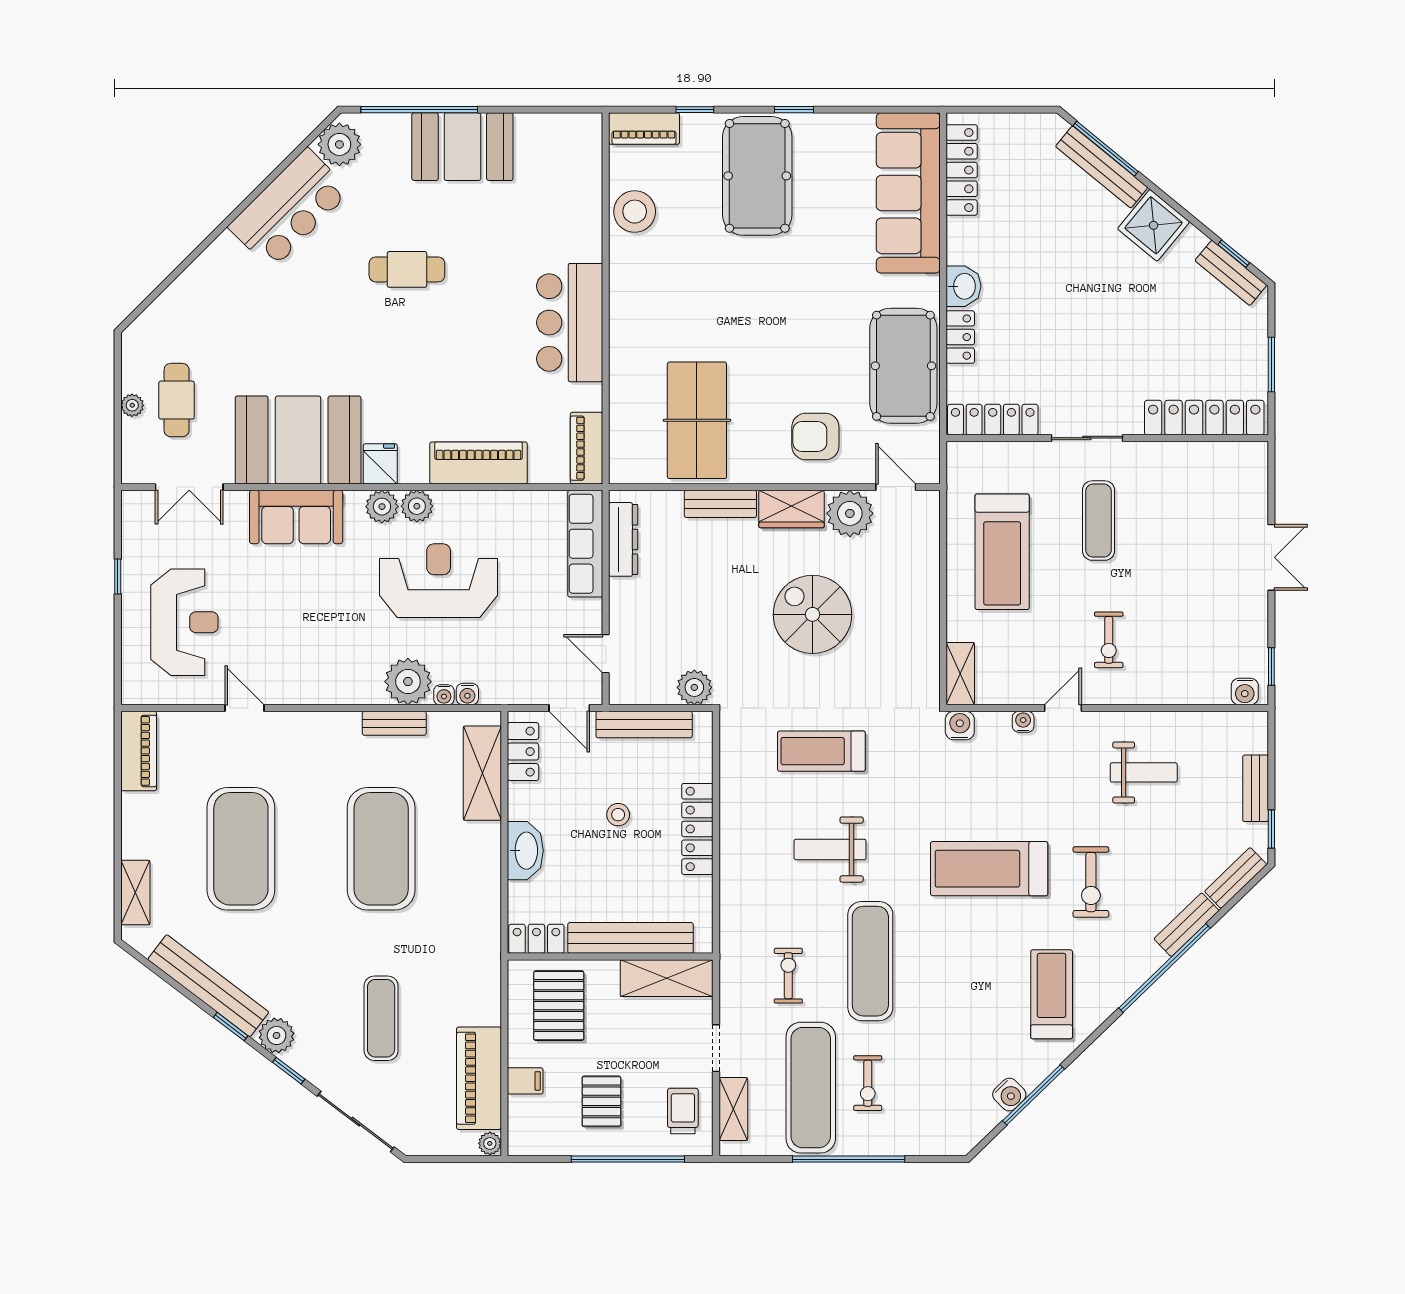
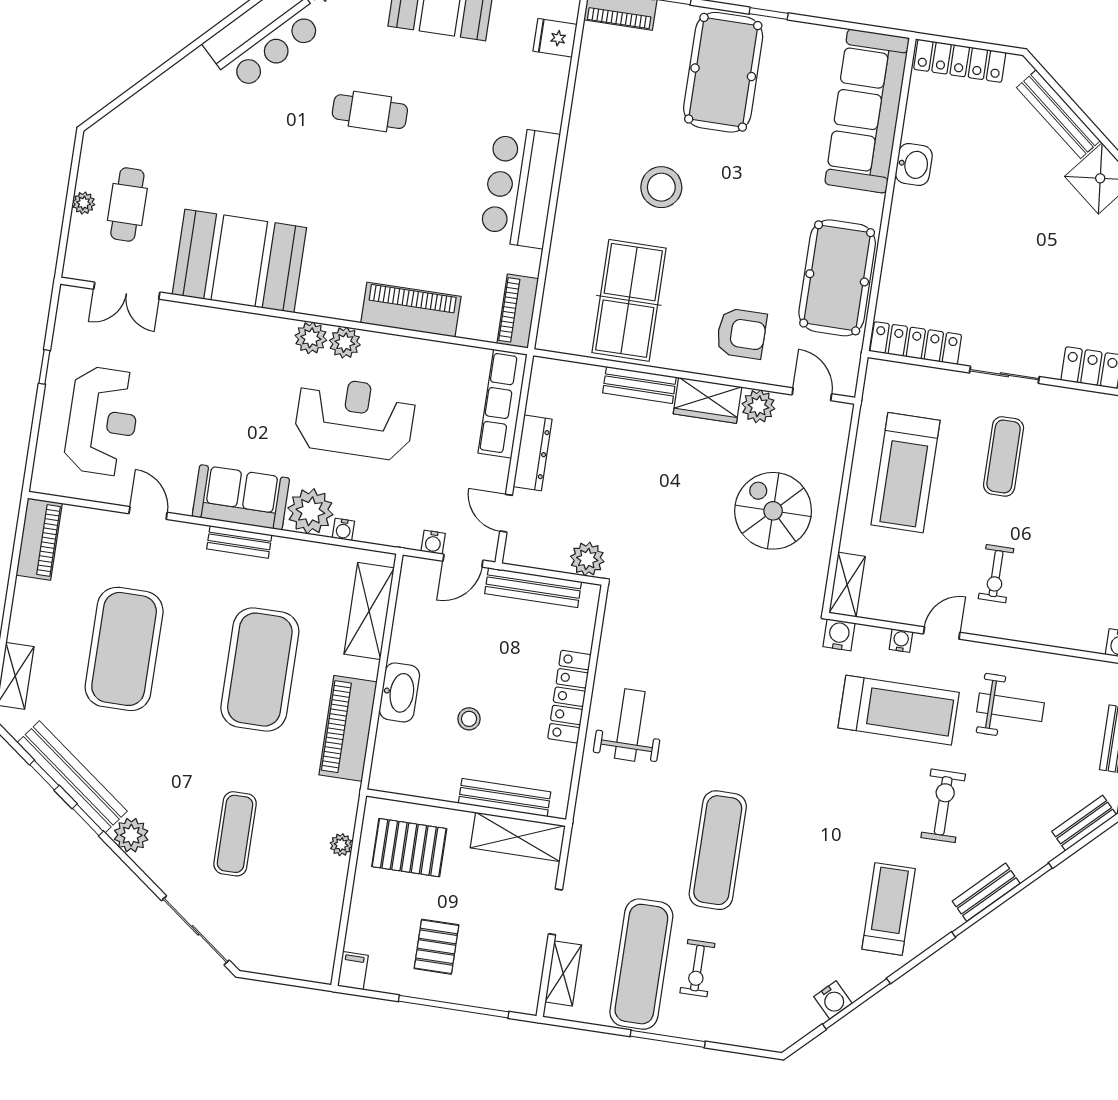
window: (1106, 149) -> (1065, 97), removed
locker: (962, 170) -> (960, 61), moved, turned 90
stool: (635, 212) -> (661, 187), moved
washbasin: (963, 286) -> (914, 164), moved
locker: (960, 337) -> (896, 258), removed
armchair: (815, 436) -> (741, 333), turned 180
fridge: (380, 464) -> (555, 38), moved, turned -90
plant: (850, 513) -> (758, 406), width x0.73, depth x0.73
sofa: (296, 517) -> (241, 497), moved, turned 180
dresser: (623, 539) -> (533, 453), moved
spiral stairs: (812, 614) -> (773, 511), moved
water cooler: (467, 694) -> (433, 542), moved
door: (569, 708) -> (463, 561), hinge flipped
bench: (394, 723) -> (239, 542), moved
treadmill: (821, 751) -> (701, 639), removed
locker: (523, 752) -> (412, 596), removed
stool: (618, 815) -> (469, 719), moved
weight bench: (830, 850) -> (630, 725), moved, turned 90
treadmill: (989, 869) -> (899, 710), moved, turned 180
exercise bike: (1091, 882) -> (943, 806), turned 180
bench: (1186, 925) -> (986, 892), moved
bench: (631, 938) -> (505, 798), width x0.73, depth x0.82
locker: (536, 939) -> (397, 780), removed
exercise bike: (788, 976) -> (636, 852), removed
pallet: (559, 1006) -> (409, 848), turned 90
window: (289, 1071) -> (44, 775), moved
piano: (479, 1078) -> (348, 728), moved
filing cabinet: (525, 1081) -> (353, 971), moved, turned -90
trolley: (683, 1111) -> (514, 968), removed
plant: (490, 1143) -> (341, 845), moved
window: (849, 1159) -> (668, 1039), width x0.68

